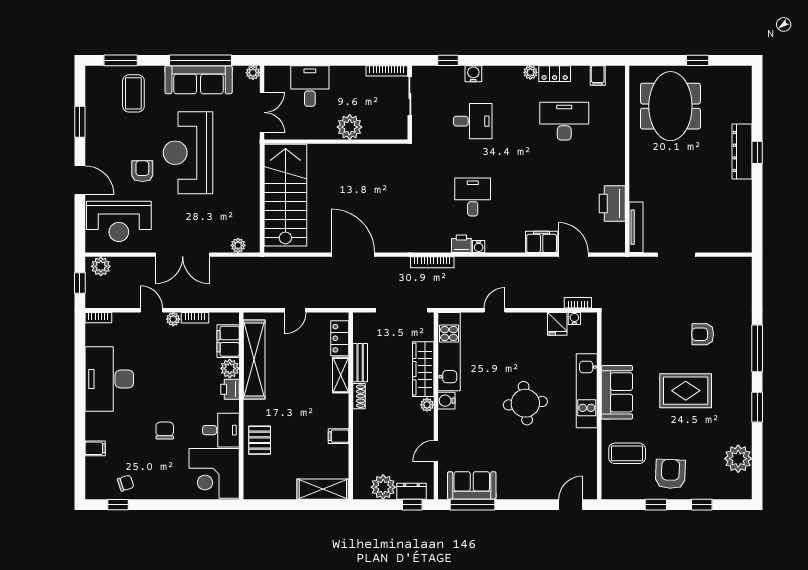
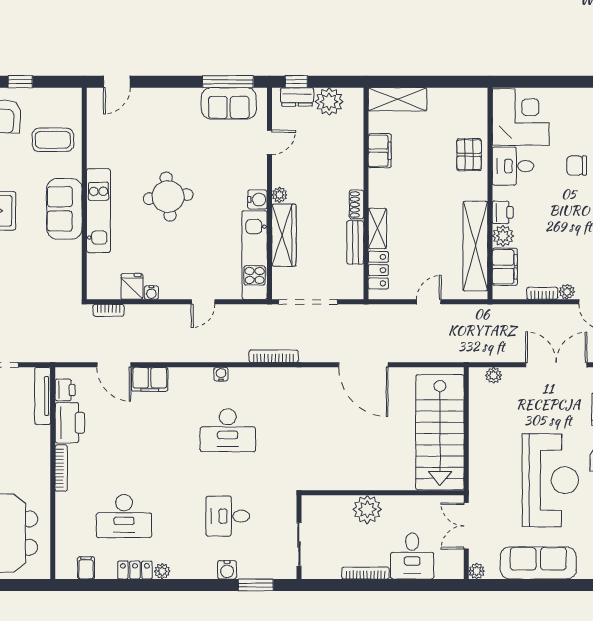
window: (200, 60) -> (536, 585), removed
window: (448, 60) -> (256, 585), width x1.50
bookcase: (387, 71) -> (366, 573), moved
bookcase: (620, 164) -> (61, 468), added
desk: (473, 197) -> (228, 430), width x1.37
printer: (461, 244) -> (65, 390), moved, turned -90
water cooler: (574, 318) -> (151, 293), moved
chair: (165, 431) -> (577, 166), turned 90
filing cabinet: (339, 436) -> (380, 151), width x2.00

